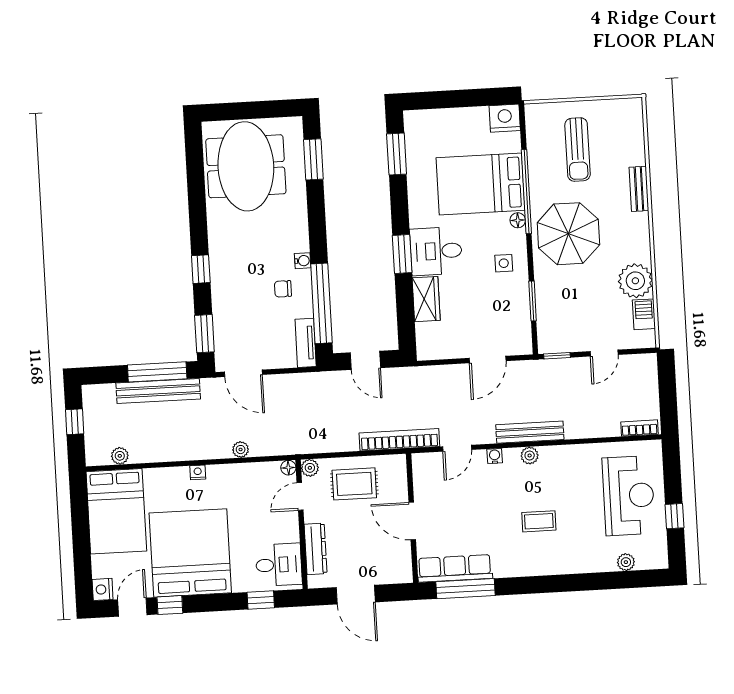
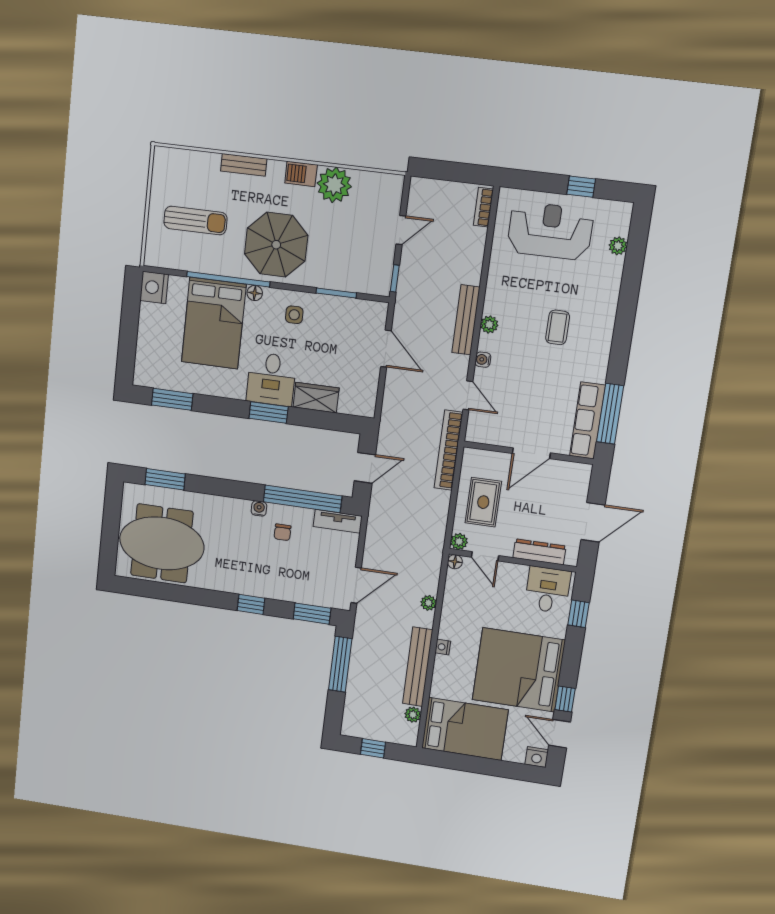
barbecue: (644, 314) -> (301, 174), moved
door: (604, 353) -> (401, 230), hinge flipped
bench: (158, 391) -> (418, 667), moved

